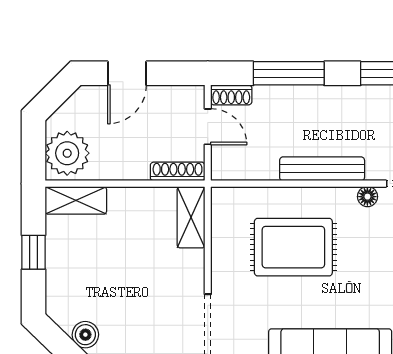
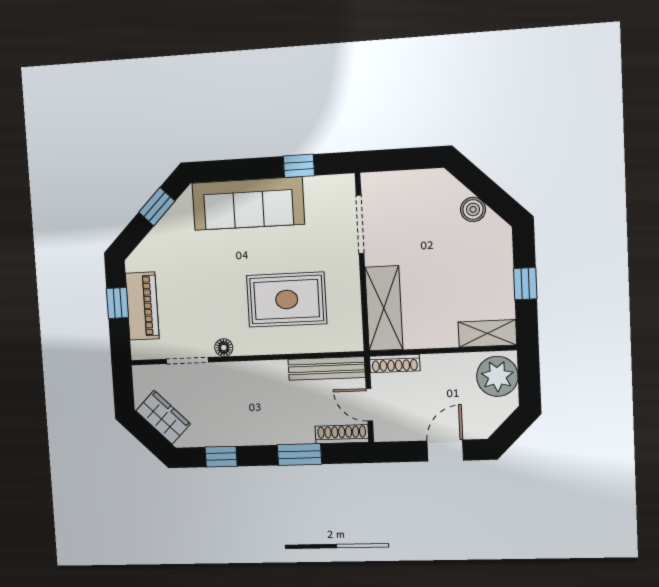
window: (289, 73) -> (300, 455), width x0.69
shoe rack: (231, 95) -> (342, 434), width x1.43
bench: (322, 169) -> (327, 368), moved
shelving: (191, 217) -> (384, 308), width x1.50, depth x1.33

